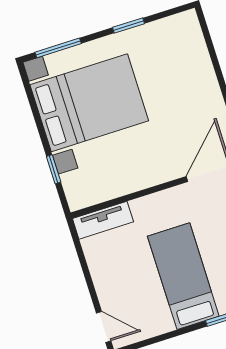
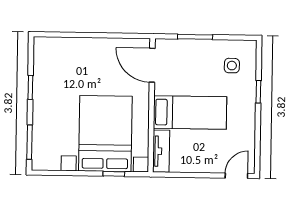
bed with nightstands: (89, 103) -> (105, 134), moved
bed: (183, 276) -> (190, 113), moved, turned 180

